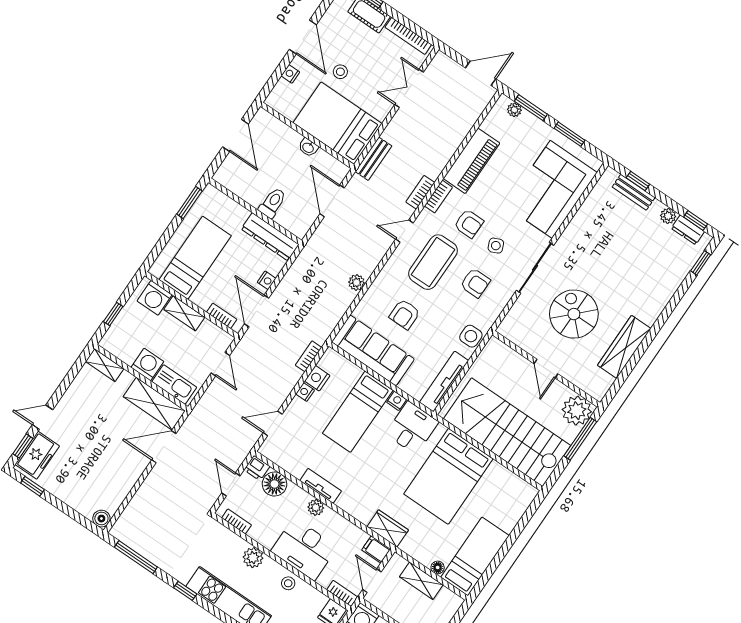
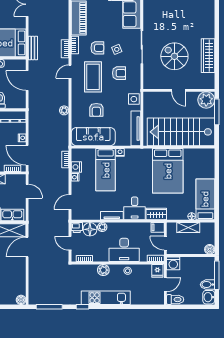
desk: (412, 428) -> (135, 208), moved, turned 180
plant: (316, 507) -> (102, 227), moved

